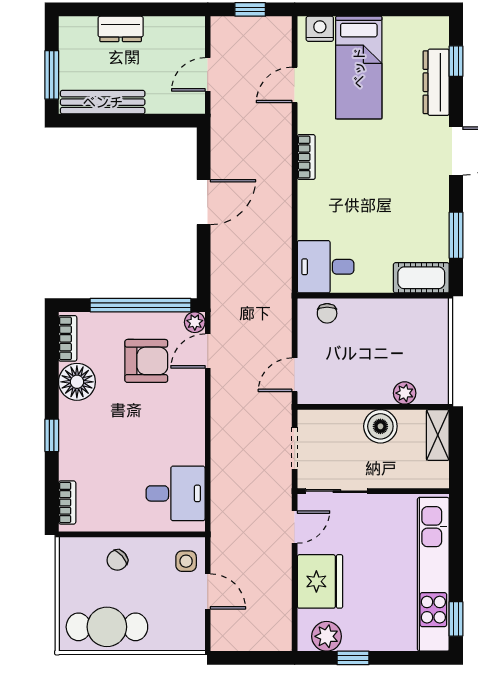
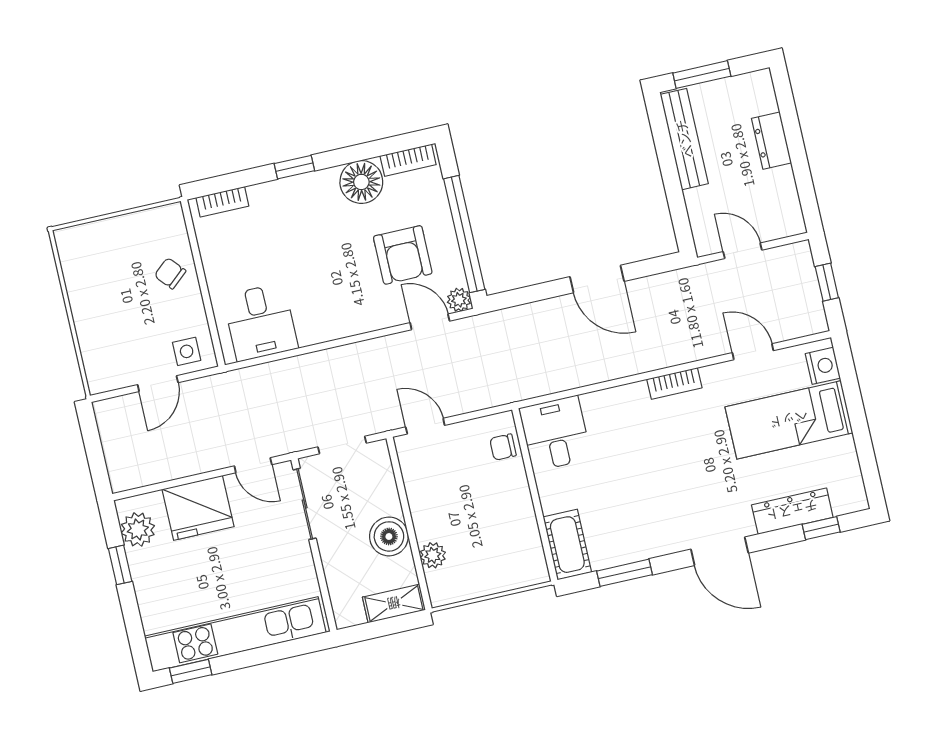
cafe table: (107, 627) -> (92, 279), removed

